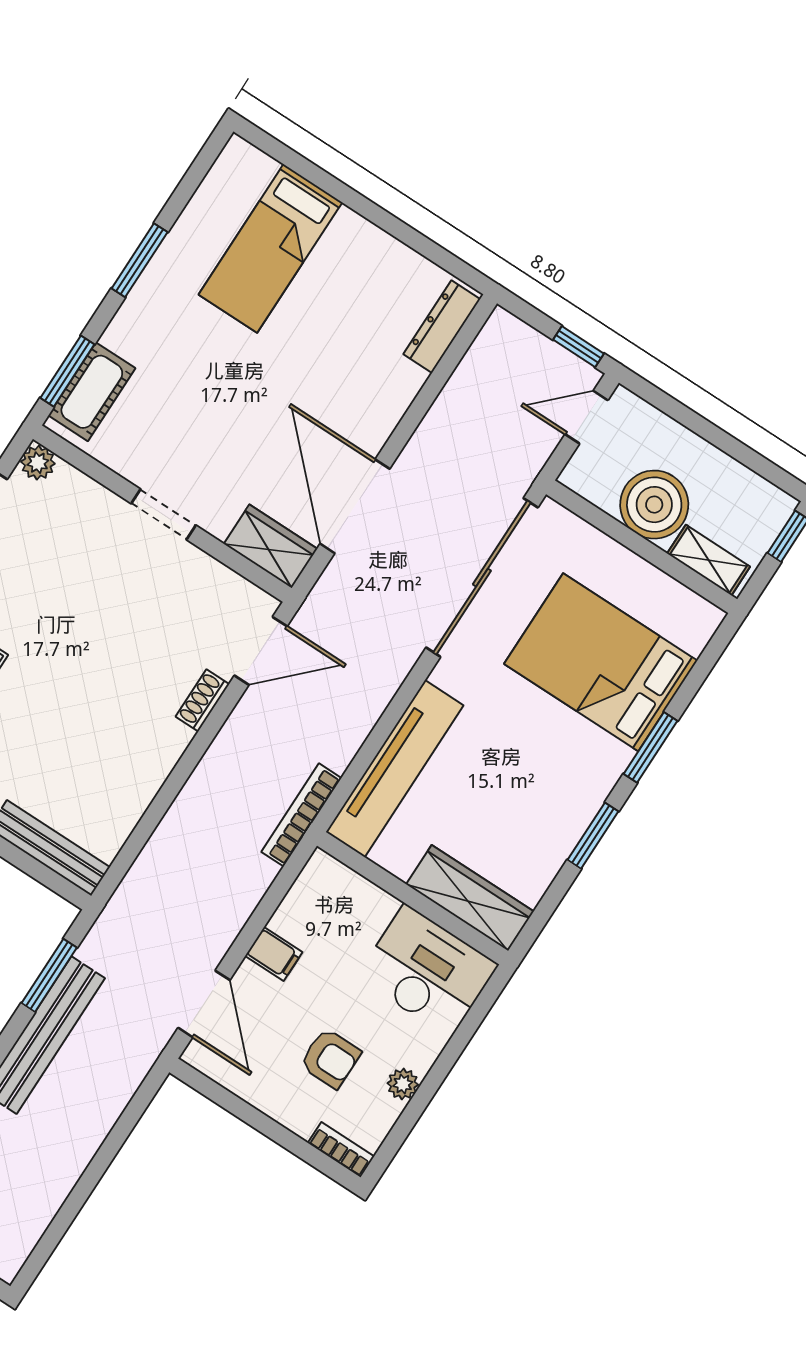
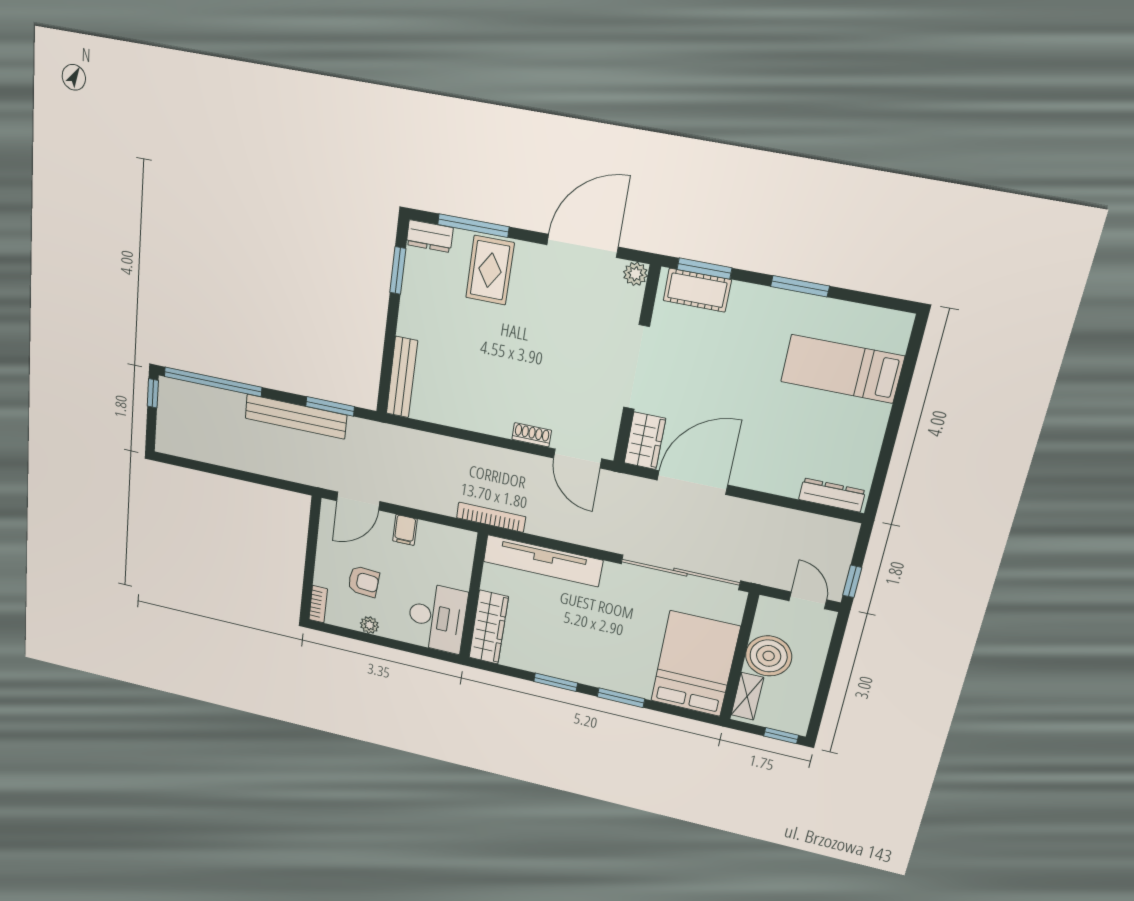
doorway: (163, 514) -> (636, 367), width x1.88
bed: (601, 662) -> (695, 664), moved
armchair: (330, 1058) -> (364, 581), turned -86

